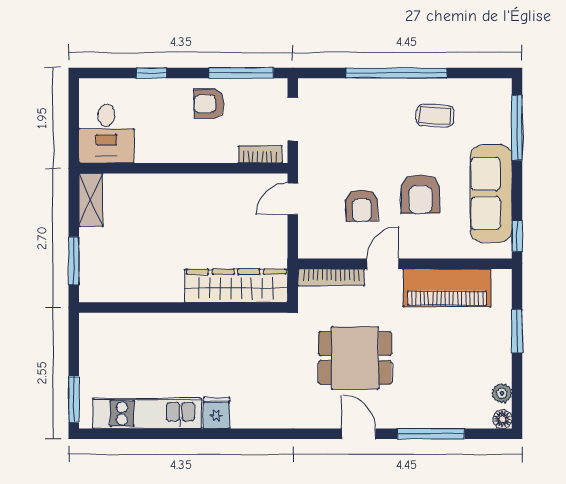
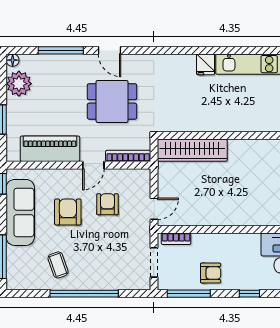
coffee table: (435, 116) -> (58, 265), turned 68
plant: (502, 393) -> (19, 84), width x1.88, depth x1.88

